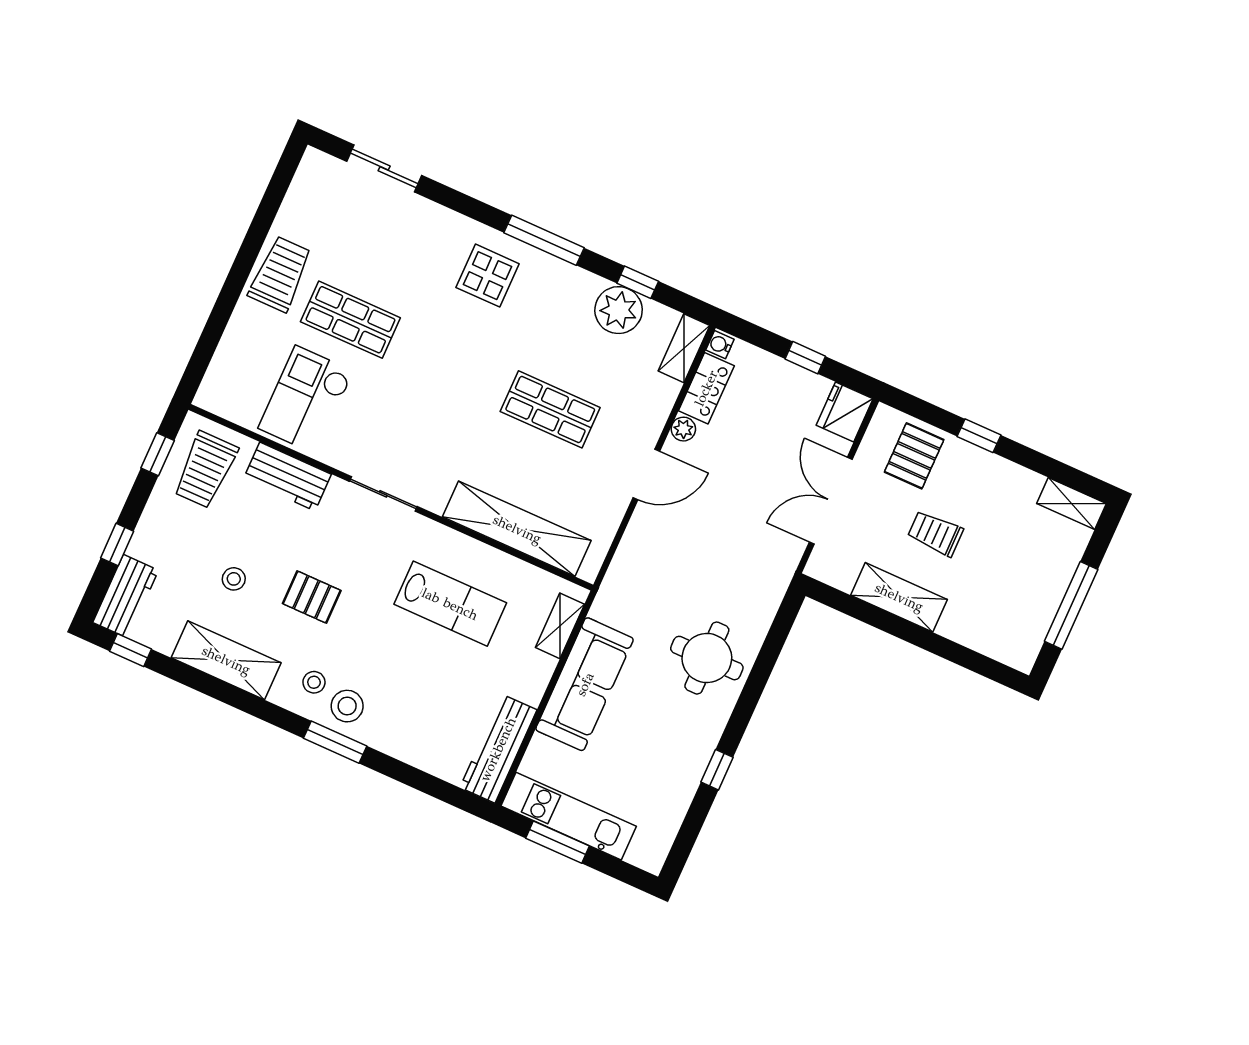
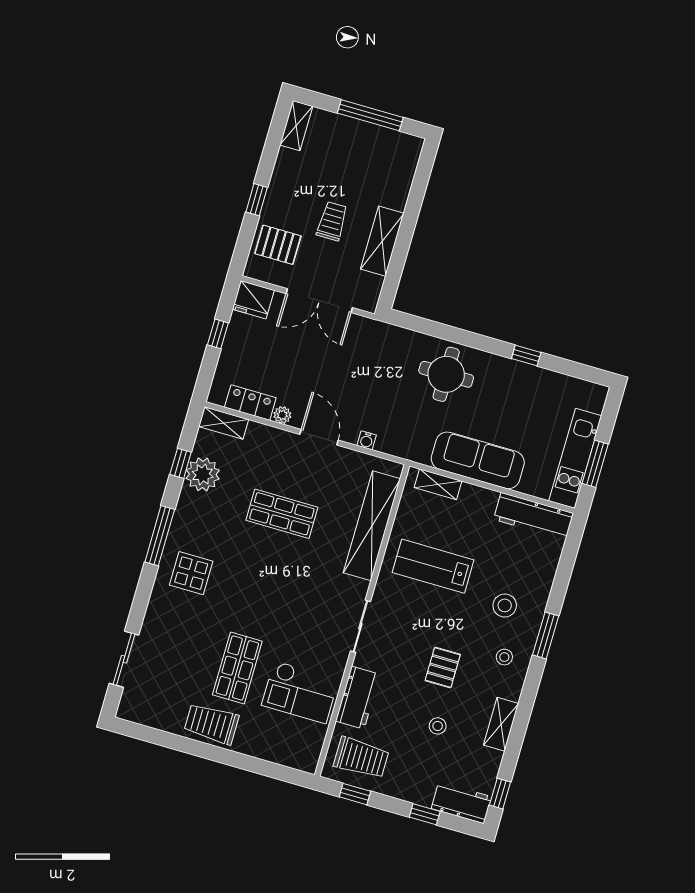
water cooler: (720, 345) -> (367, 440), moved
shop shelf: (550, 409) -> (282, 514), turned 90
trolley: (935, 533) -> (332, 221), turned 180
lab bench: (450, 604) -> (433, 566), turned -90
shelving: (226, 660) -> (501, 724), width x0.67, depth x0.75
stool: (347, 706) -> (505, 605), moved

